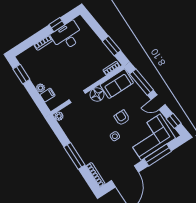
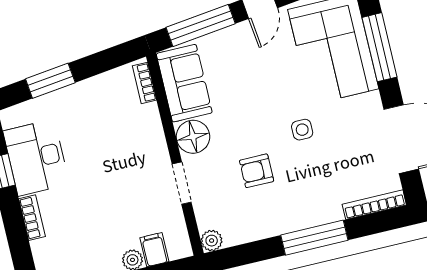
window: (111, 46) -> (50, 81), moved
armchair: (122, 118) -> (257, 171), moved

